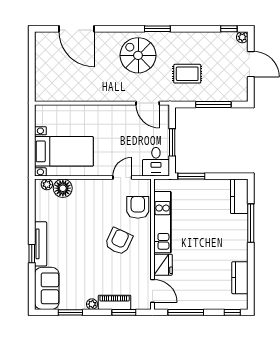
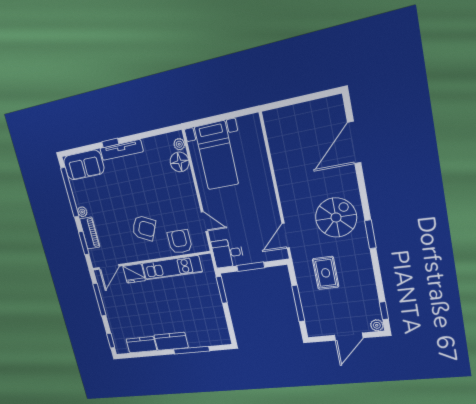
kitchen counter: (239, 196) -> (171, 341), moved
armchair: (138, 207) -> (180, 242), turned -90
window: (70, 312) -> (70, 192), width x2.11

